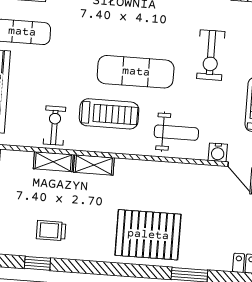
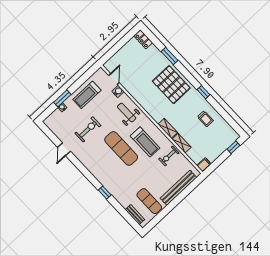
treadmill: (109, 114) -> (145, 142), turned 180
window: (37, 263) -> (203, 92), moved

